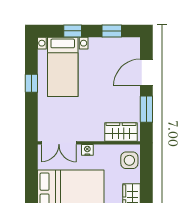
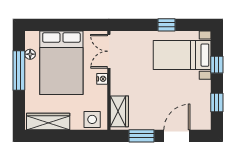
door: (146, 73) -> (177, 136), hinge flipped

